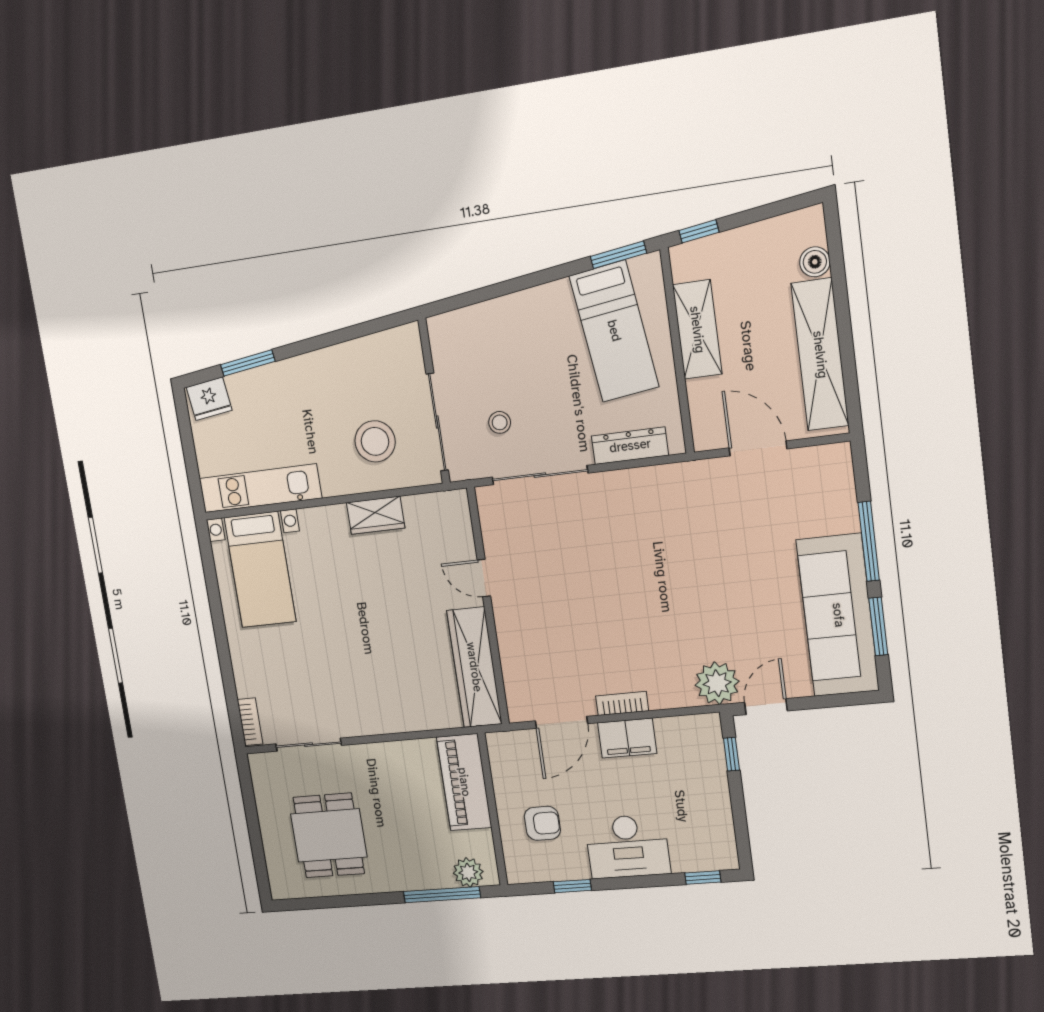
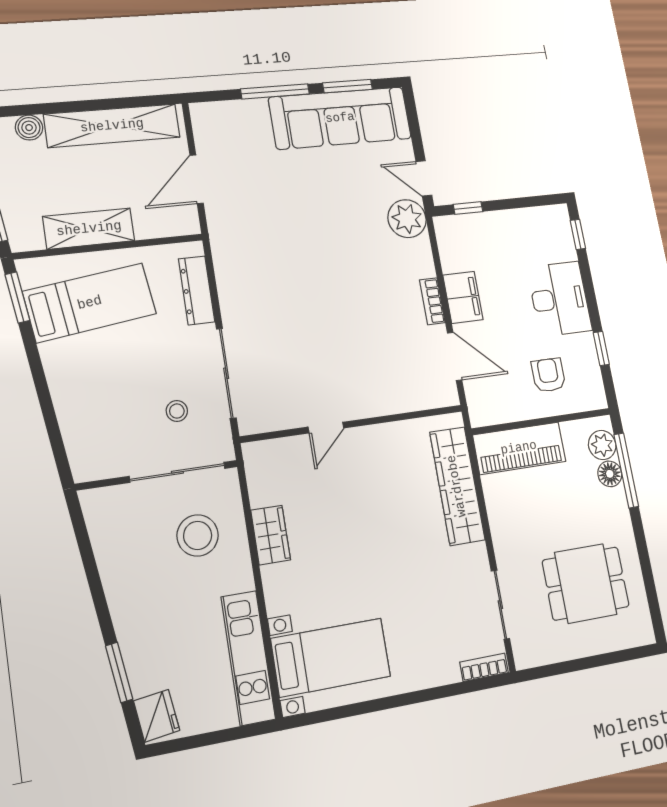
wardrobe: (474, 667) -> (457, 486), moved, turned 90
floor lamp: (438, 876) -> (610, 474), added

